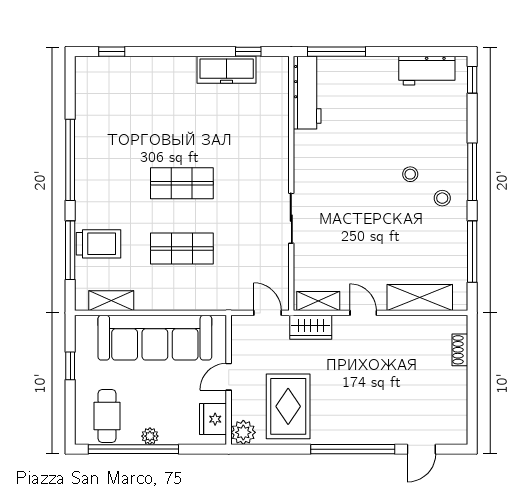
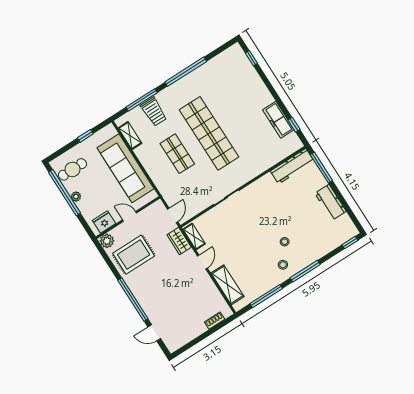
workbench: (427, 71) -> (330, 202), moved
shop shelf: (182, 183) -> (209, 133), width x2.00, depth x1.36

